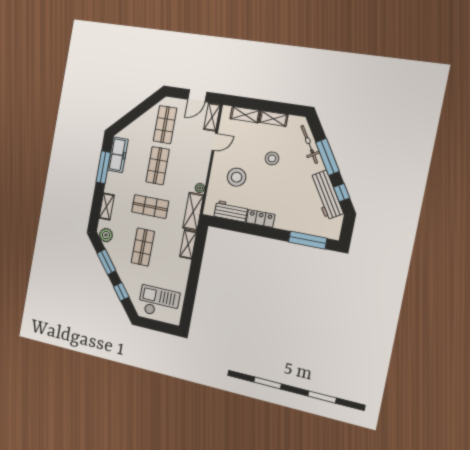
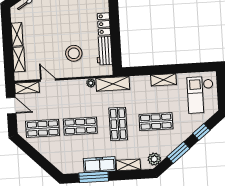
freezer: (118, 155) -> (100, 165), moved
stool: (272, 158) -> (51, 27), removed
shelving: (188, 244) -> (164, 80), moved

